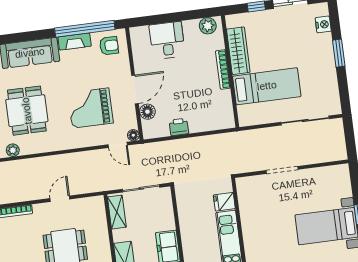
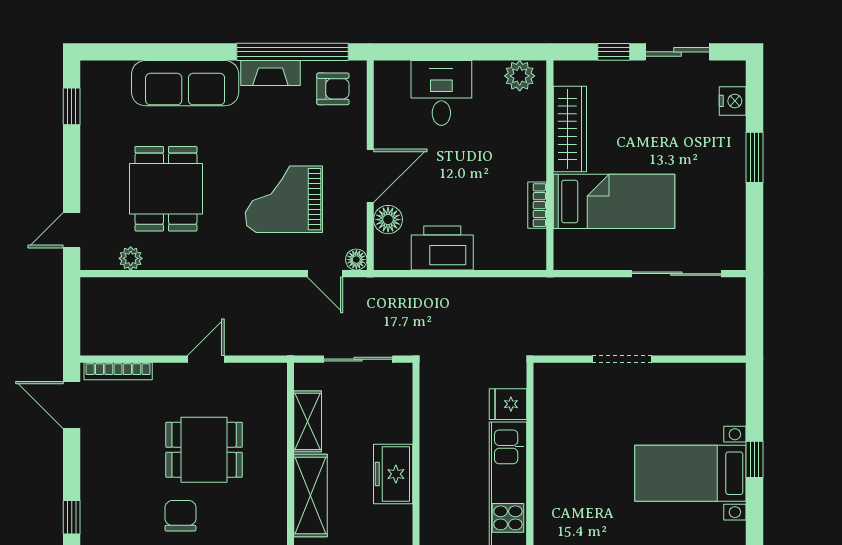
bookcase: (223, 69) -> (537, 205), moved, width x0.64
printer: (179, 127) -> (442, 248), width x1.87, depth x1.48
shelving: (117, 212) -> (308, 421), moved

